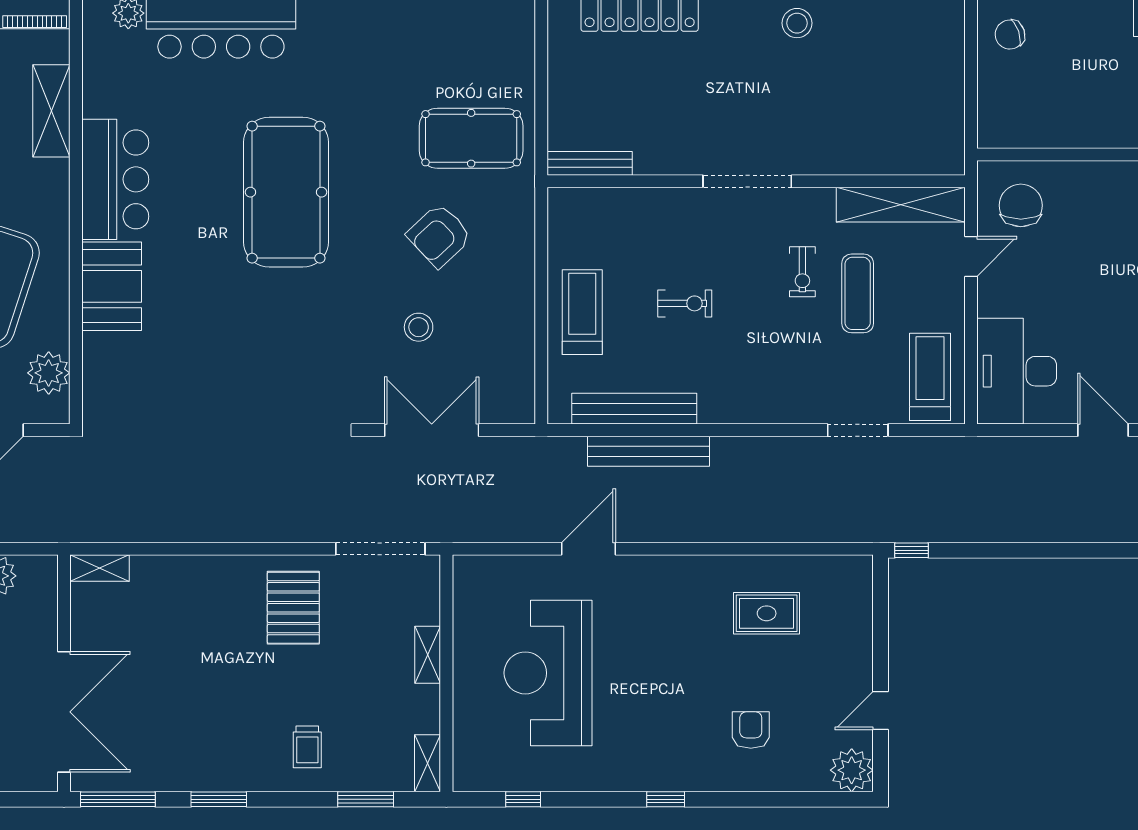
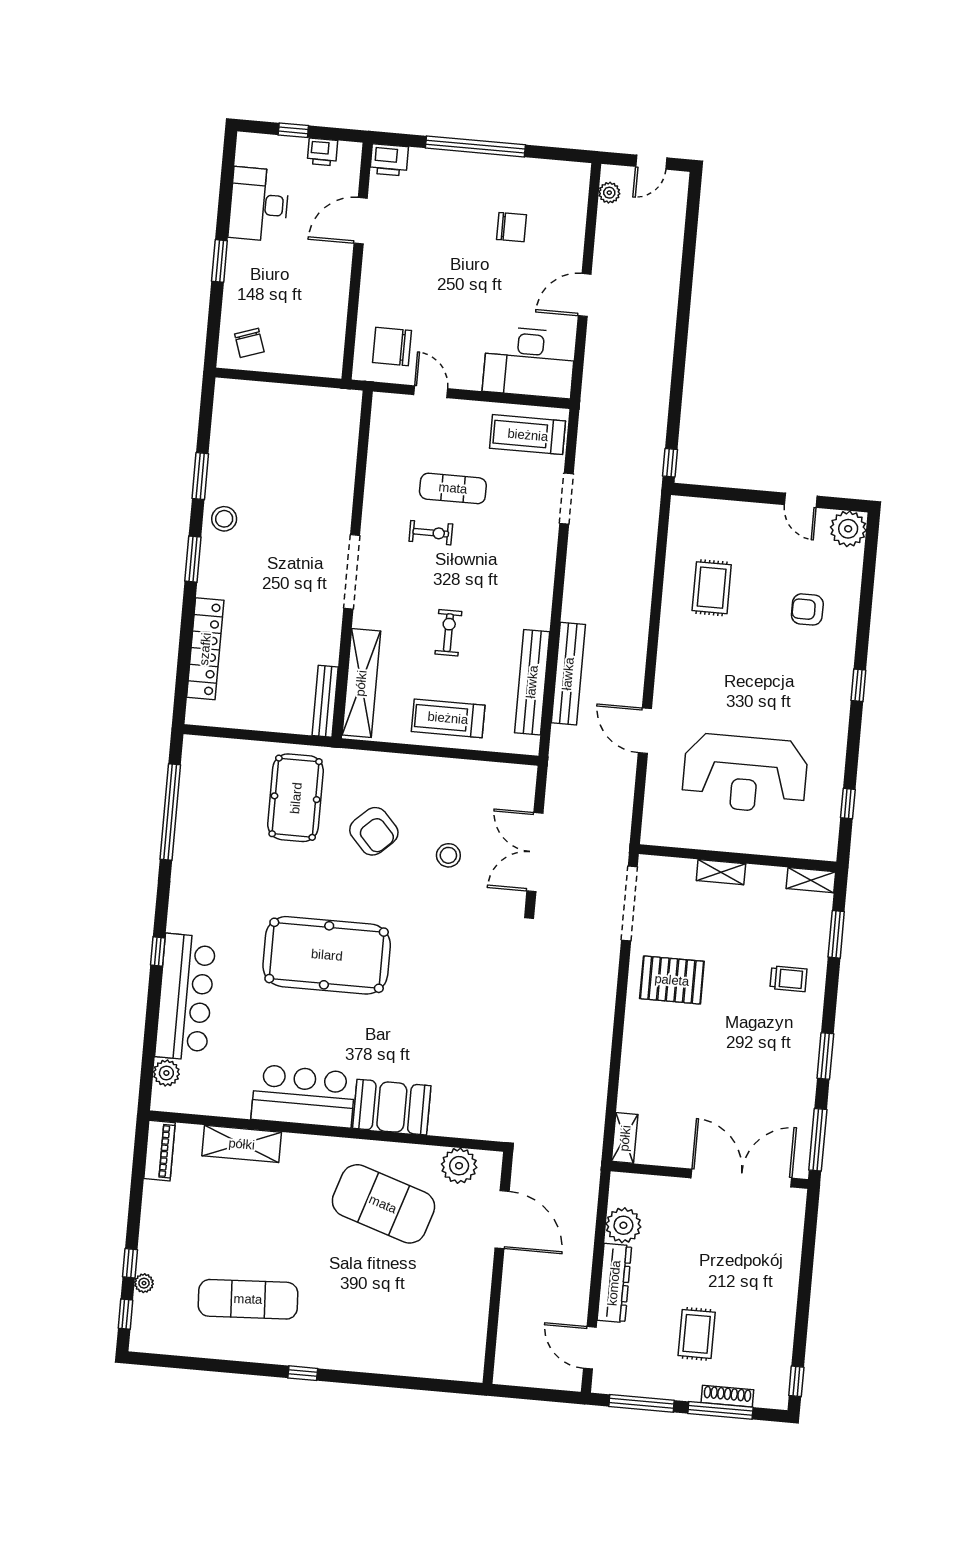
shelving: (901, 205) -> (361, 683), moved

